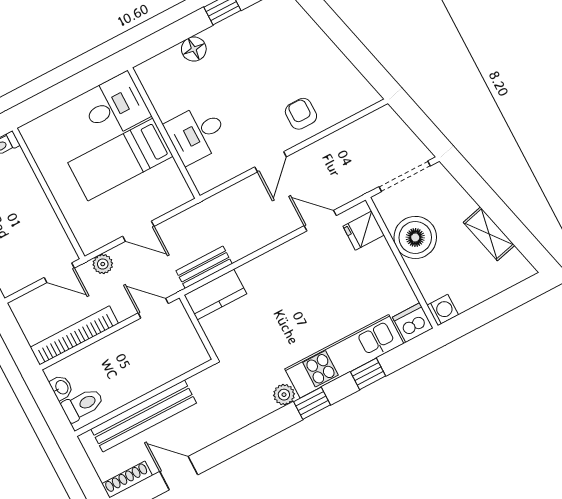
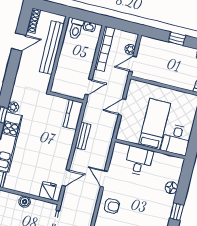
boiler: (415, 237) -> (25, 202), width x0.54, depth x0.54
plant: (103, 264) -> (130, 49), moved
bench: (204, 267) -> (83, 136), moved

